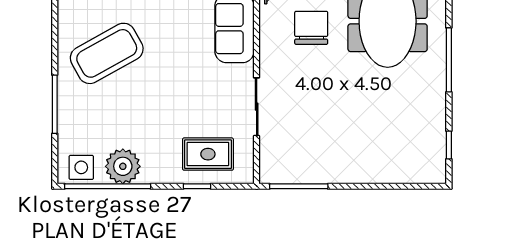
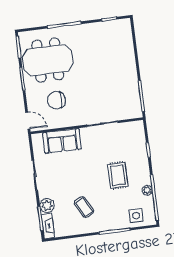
coffee table: (107, 53) -> (84, 207), width x0.54, depth x0.58
rug: (208, 154) -> (118, 175), moved
plant: (123, 166) -> (147, 190), width x0.53, depth x0.53
side table: (81, 167) -> (136, 216), moved

